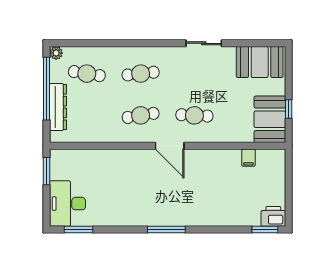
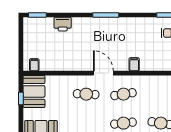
filing cabinet: (125, 158) -> (134, 64), added
filing cabinet: (248, 158) -> (34, 65), moved
printer: (273, 216) -> (63, 24), moved

